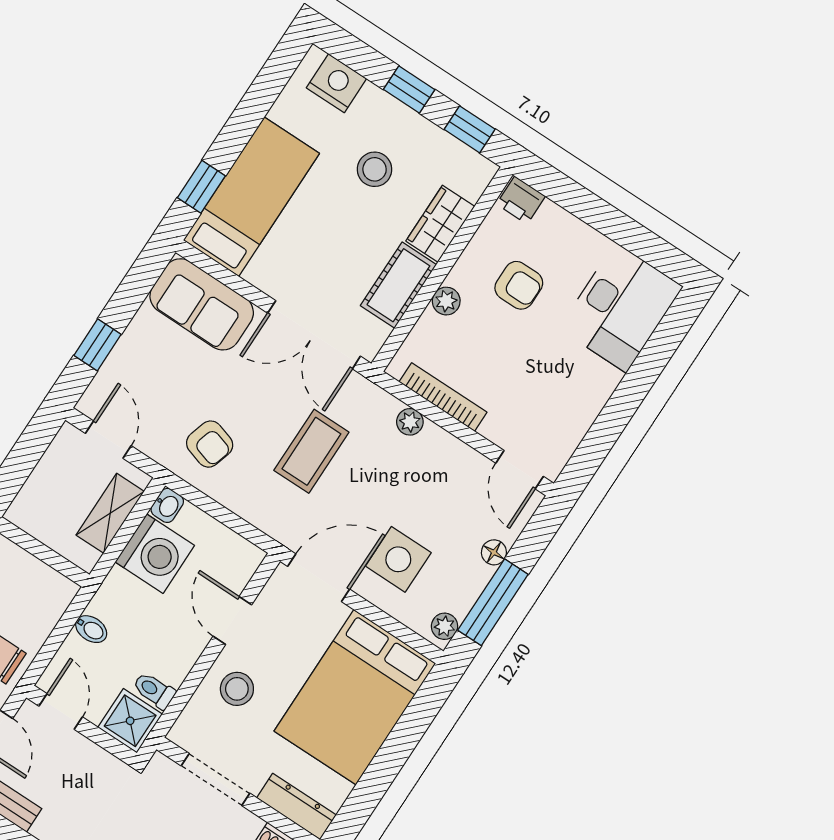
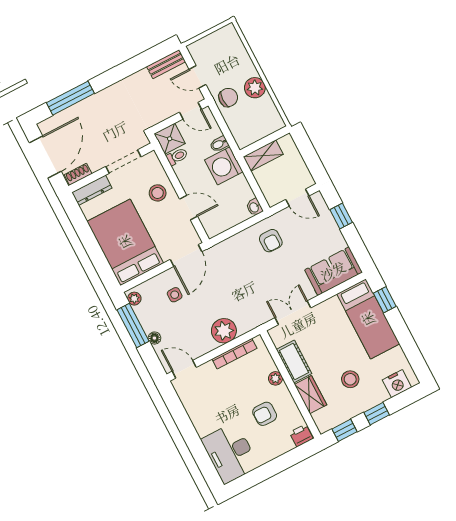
double door: (314, 335) -> (293, 313), width x0.73
plant: (410, 422) -> (224, 331), width x1.88, depth x1.88
armchair: (210, 444) -> (271, 241), turned -107
coffee table: (311, 451) -> (243, 283), removed
shelving: (110, 513) -> (263, 155), moved, turned 90
washing machine: (155, 554) -> (224, 166), moved
side table: (398, 559) -> (175, 295), width x0.54, depth x0.54

